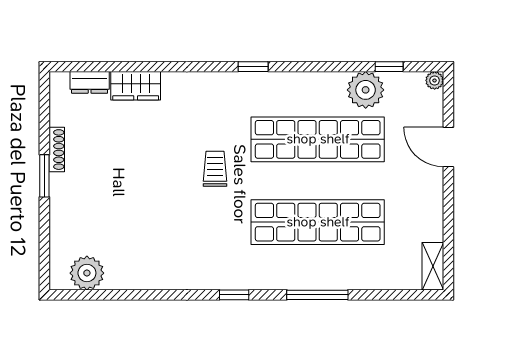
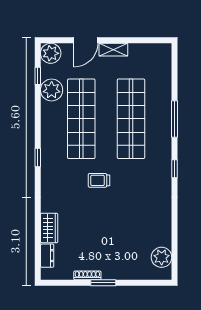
plant: (435, 80) -> (51, 53), width x1.87, depth x1.87
shelving: (433, 266) -> (113, 50), moved

